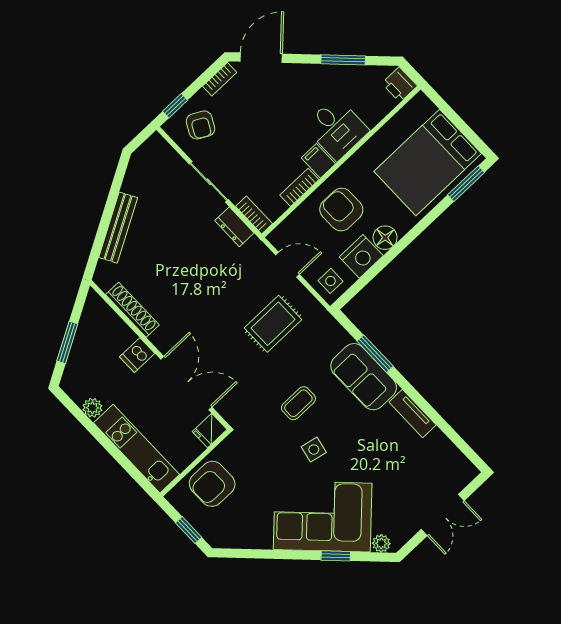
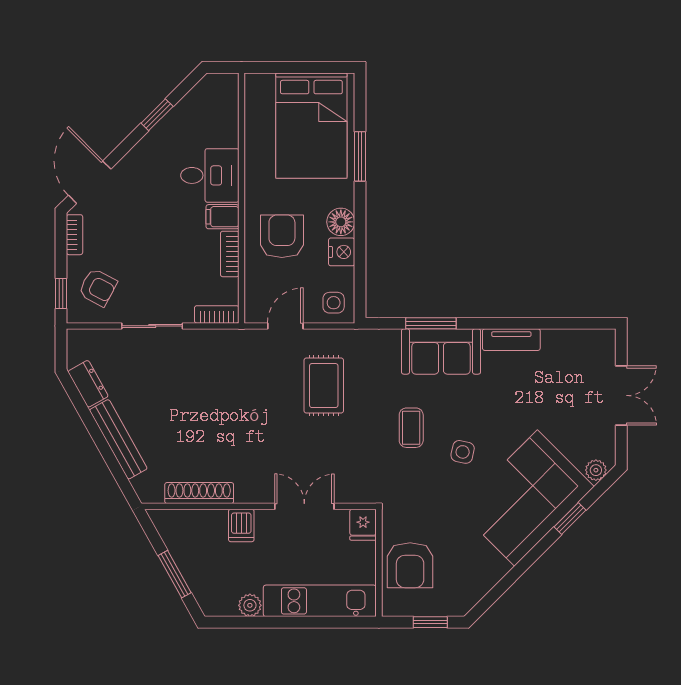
window: (343, 60) -> (157, 115), width x0.67
printer: (400, 85) -> (223, 87), removed
window: (466, 184) -> (360, 156), moved
armchair: (341, 210) -> (282, 236), turned 90
dresser: (234, 227) -> (88, 384), moved, turned -119
nightstand: (361, 256) -> (342, 252), width x0.74, depth x0.75
double door: (186, 383) -> (304, 506), width x0.73

